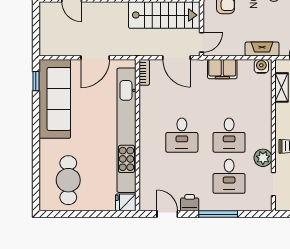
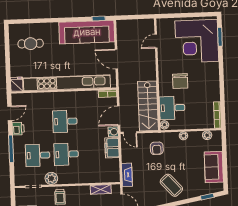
water cooler: (261, 66) -> (113, 132), moved
cafe table: (68, 180) -> (31, 44), width x0.73, depth x0.74

